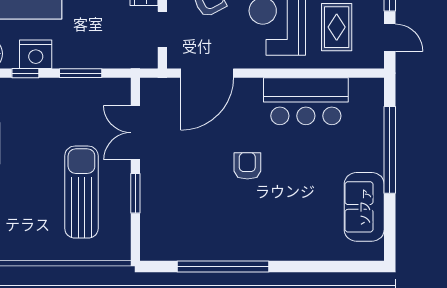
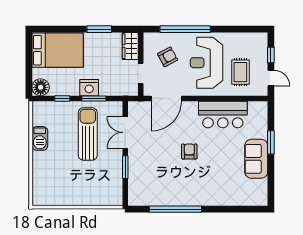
nightstand: (36, 54) -> (89, 88), moved
window: (390, 150) -> (271, 142), width x0.47
sun lounger: (81, 192) -> (88, 134), moved
sofa: (364, 207) -> (256, 159), moved

